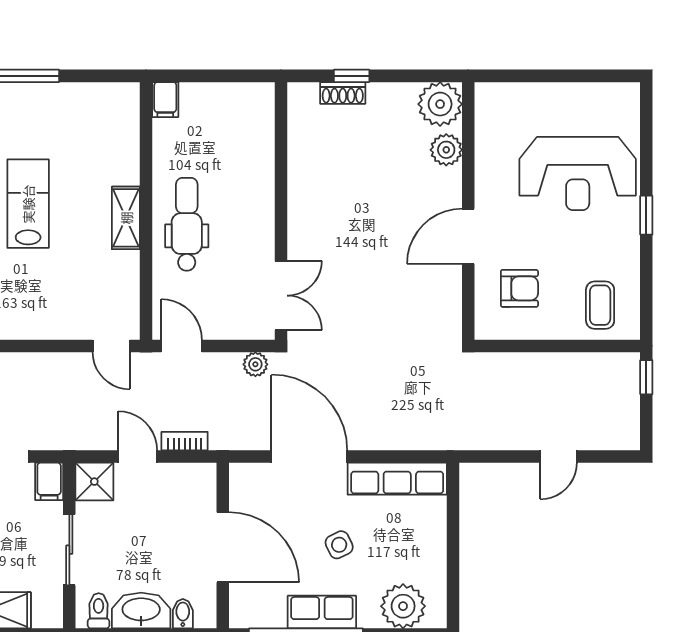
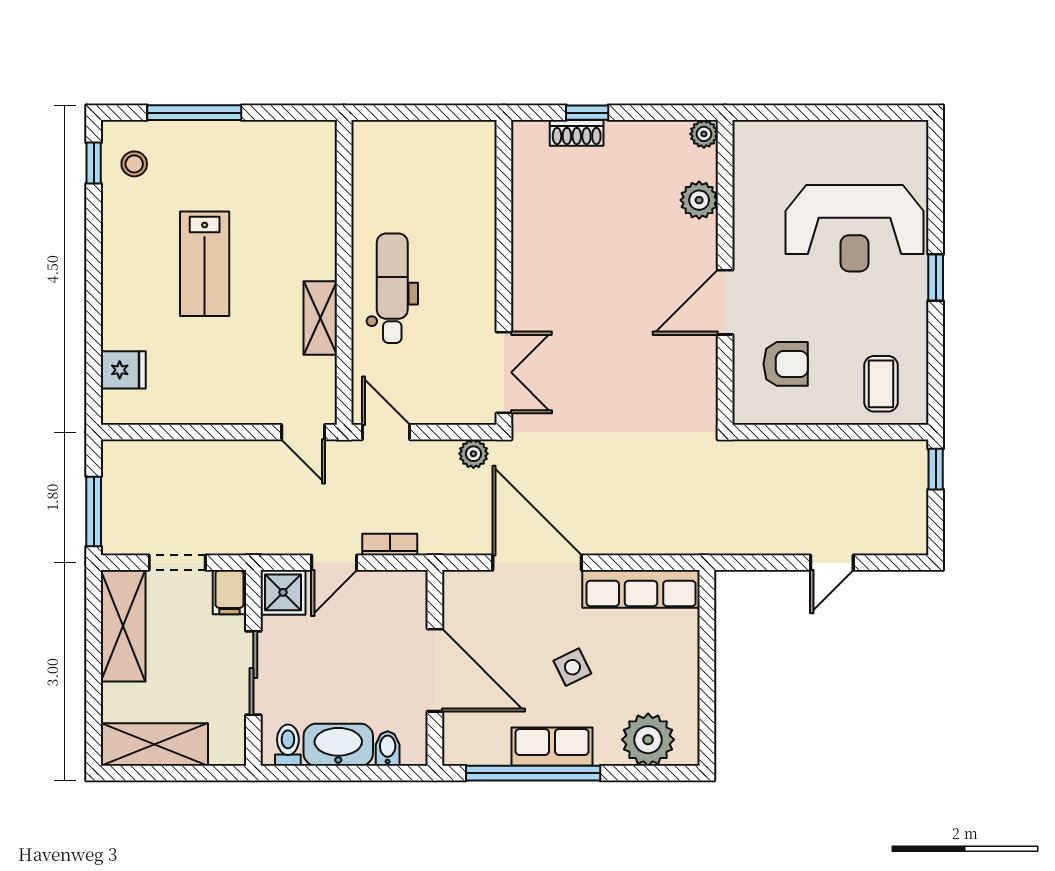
filing cabinet: (165, 100) -> (367, 141), removed
plant: (440, 104) -> (704, 134), width x0.53, depth x0.53
lab bench: (28, 204) -> (205, 264), turned 180
shelving: (126, 218) -> (320, 318), moved
door: (138, 456) -> (334, 563), swing flipped

